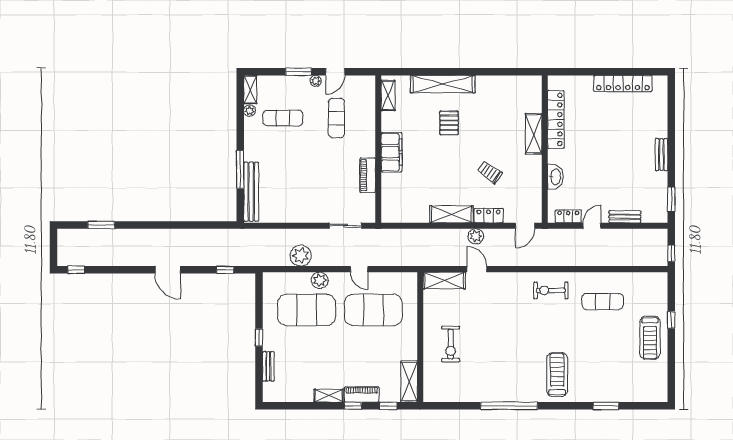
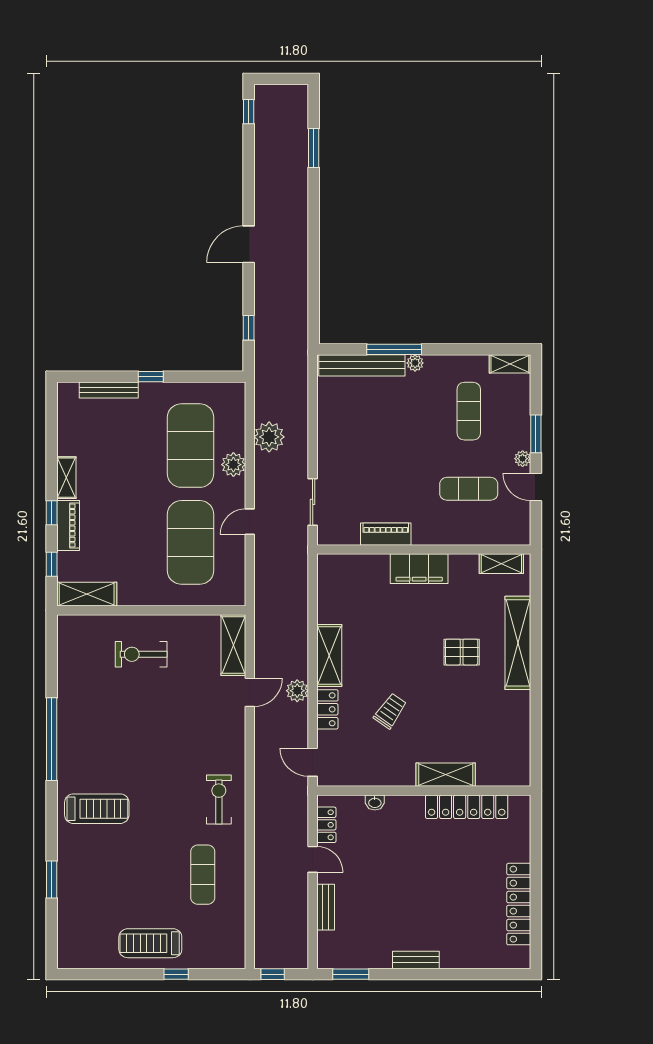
plant: (250, 111) -> (415, 363), moved
washbasin: (555, 177) -> (375, 802), width x0.52, depth x0.69
bench: (268, 366) -> (109, 390), width x1.36

